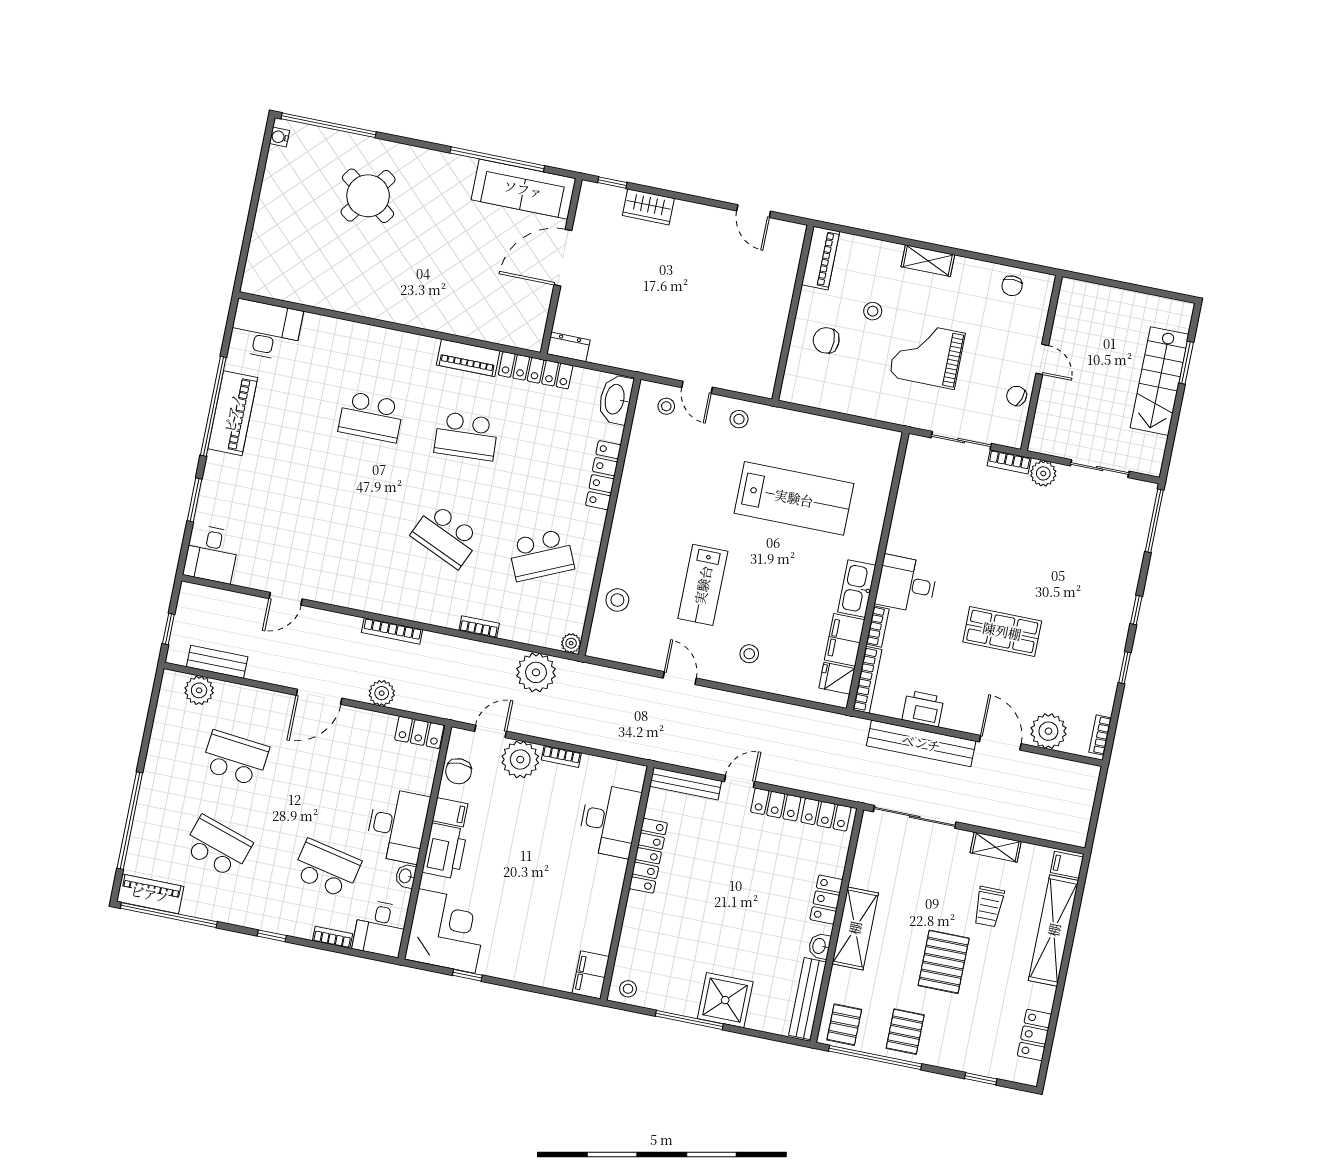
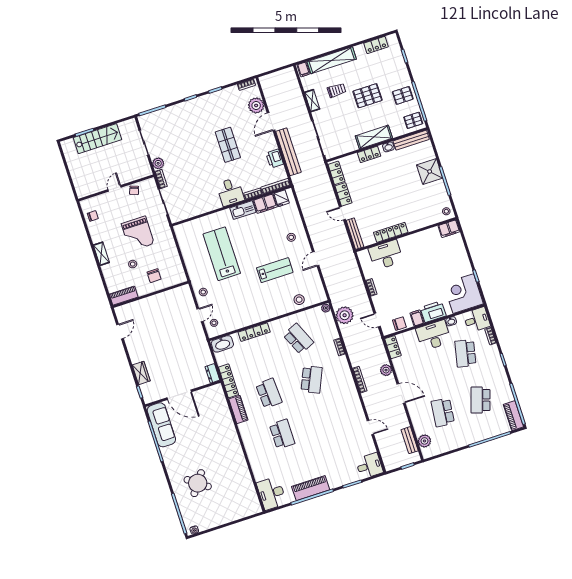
plant: (520, 760) -> (381, 302), removed

